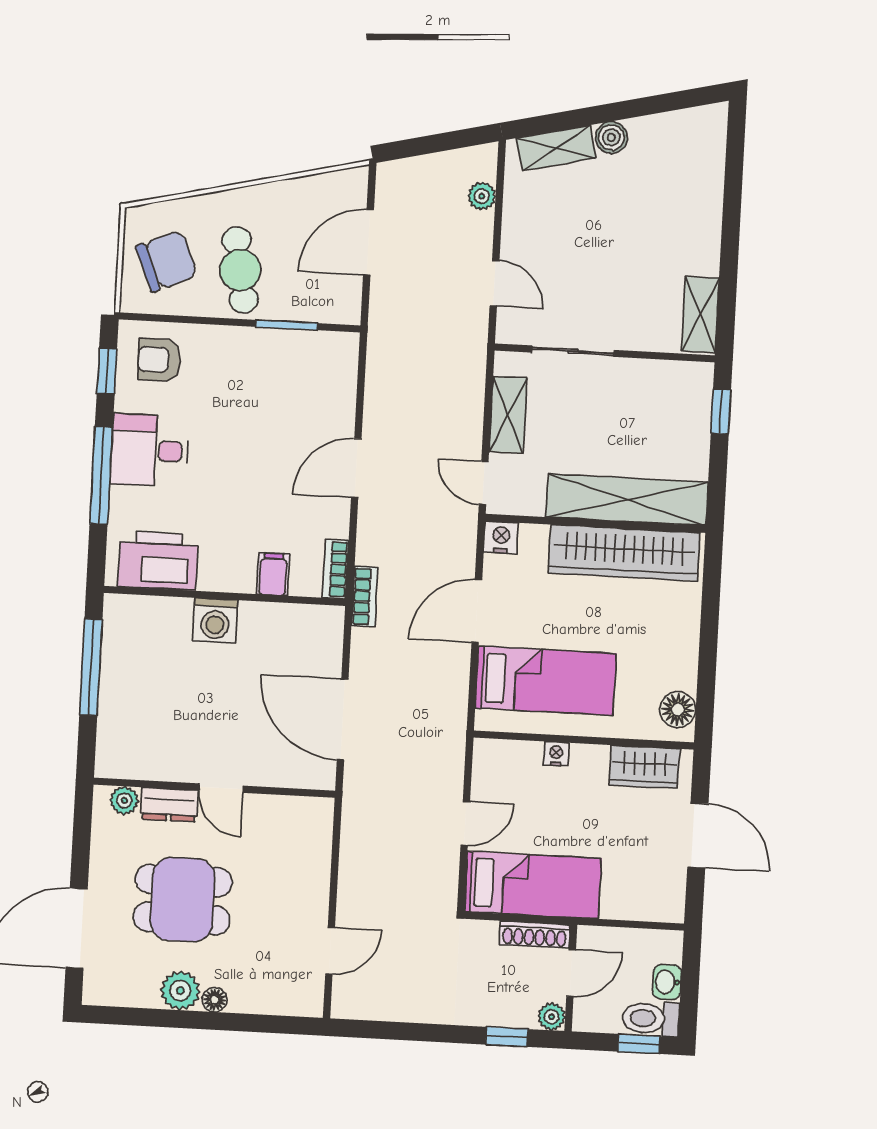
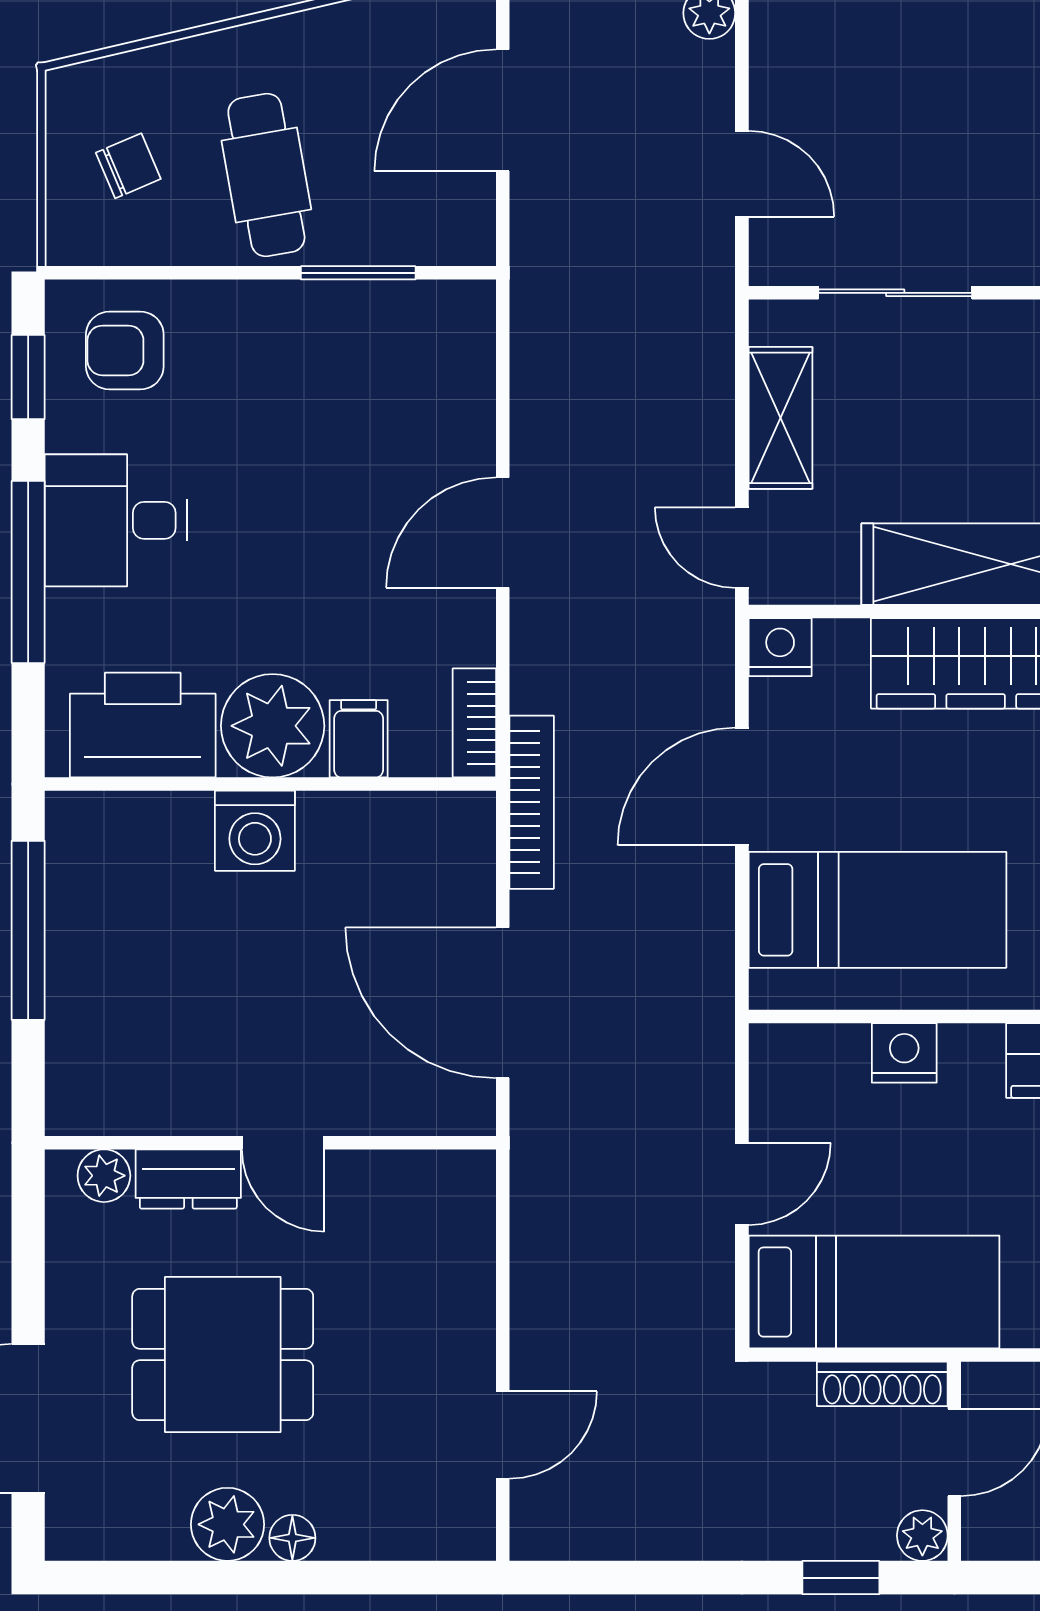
chair: (167, 261) -> (128, 166), width x0.54, depth x0.54
plant: (228, 565) -> (273, 726), added
bookcase: (365, 596) -> (532, 802), width x1.56
nightstand: (556, 754) -> (904, 1053), width x1.39, depth x1.35

